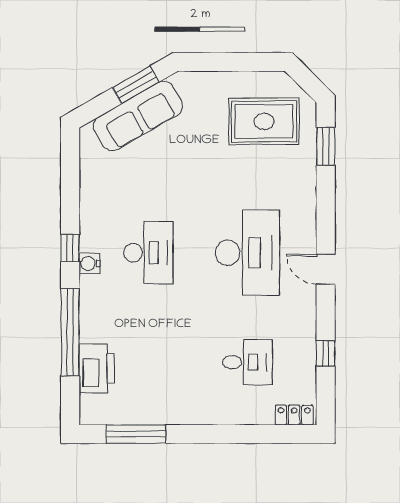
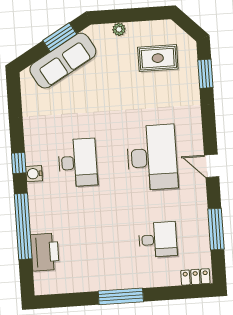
plant: (215, 80) -> (119, 29), added
rug: (264, 121) -> (158, 58), width x0.73, depth x0.70
window: (326, 353) -> (216, 229), width x2.17
window: (136, 434) -> (121, 296), moved

